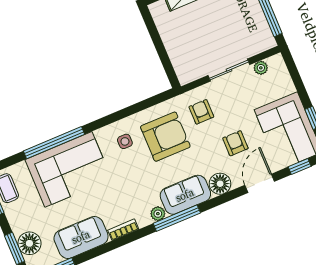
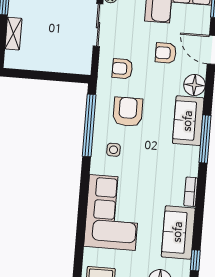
armchair: (165, 137) -> (128, 112), width x0.73, depth x0.73
window: (54, 143) -> (89, 125), moved
plant: (158, 214) -> (192, 154), removed

